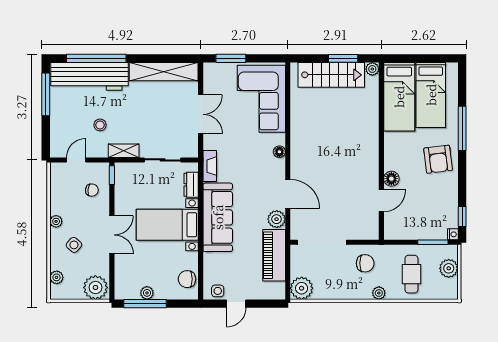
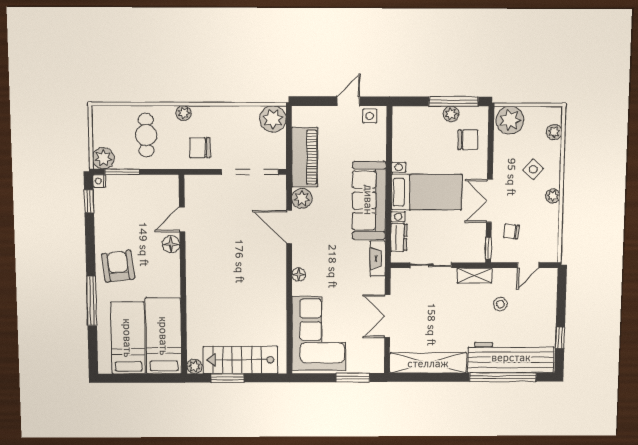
window: (46, 94) -> (560, 338), width x0.46
double door: (112, 235) -> (489, 201), moved
plant: (449, 268) -> (103, 158), moved
chair: (187, 279) -> (468, 140), moved

